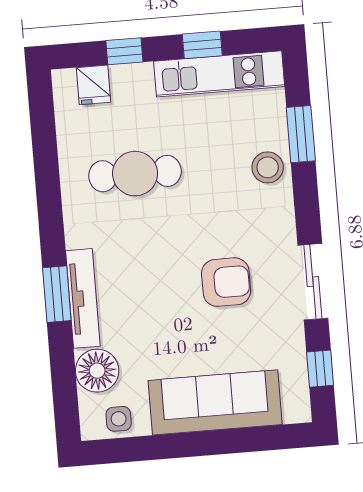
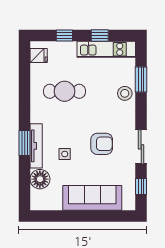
fridge: (93, 85) -> (39, 55), moved, turned -90
side table: (119, 419) -> (65, 154), moved

